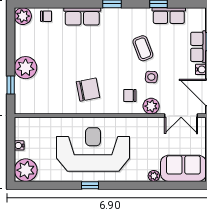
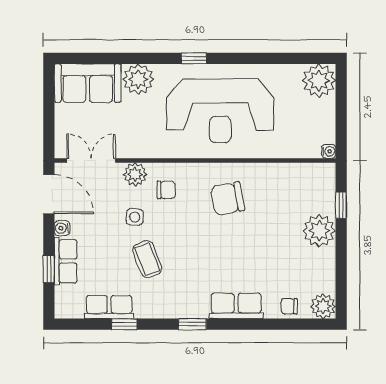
water cooler: (19, 145) -> (329, 151), moved
plant: (154, 176) -> (138, 79), width x1.87, depth x1.87
window: (90, 185) -> (194, 58), moved

